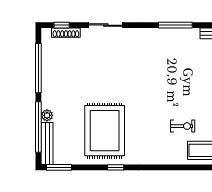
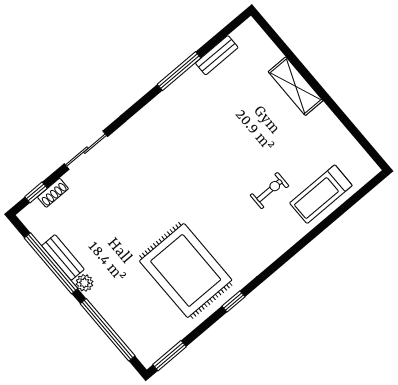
window: (175, 25) -> (179, 71), moved
shoe rack: (66, 33) -> (53, 193), width x0.70
plant: (47, 115) -> (84, 283), moved
bench: (47, 143) -> (63, 257), moved, width x0.73

